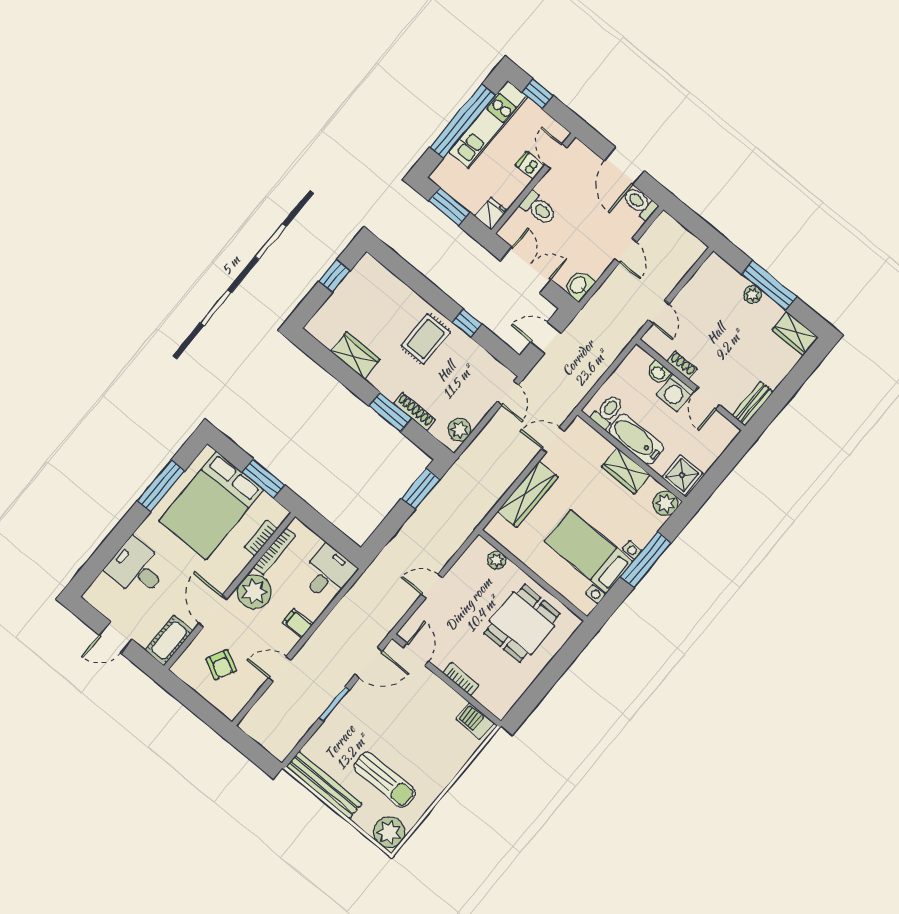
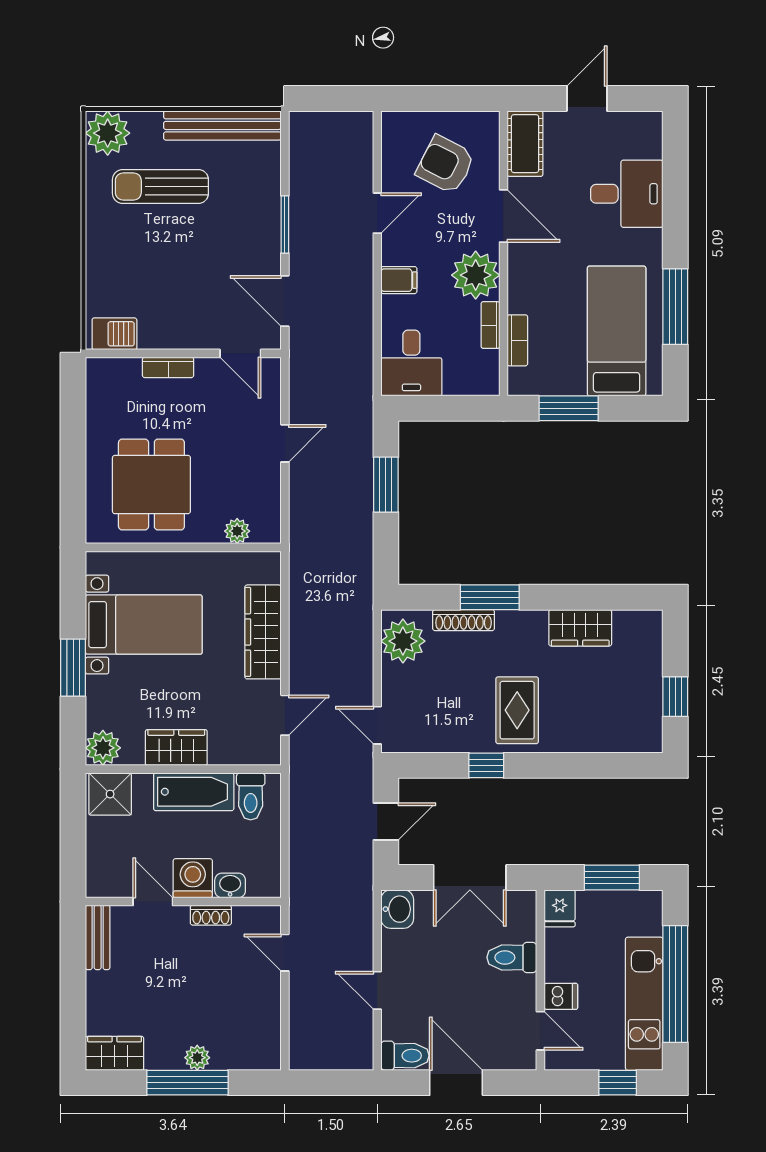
plant: (460, 430) -> (403, 641), width x1.36, depth x1.36
window: (421, 489) -> (386, 485), moved
bed: (211, 505) -> (617, 331), width x0.67
bookcase: (274, 551) -> (490, 325), width x0.64
window: (646, 560) -> (73, 668), width x0.69
door: (369, 663) -> (285, 301), hinge flipped
armchair: (221, 665) -> (446, 165), width x1.38, depth x1.38

